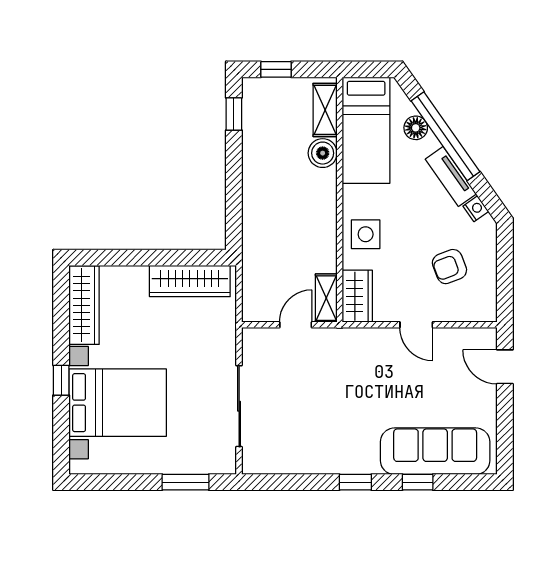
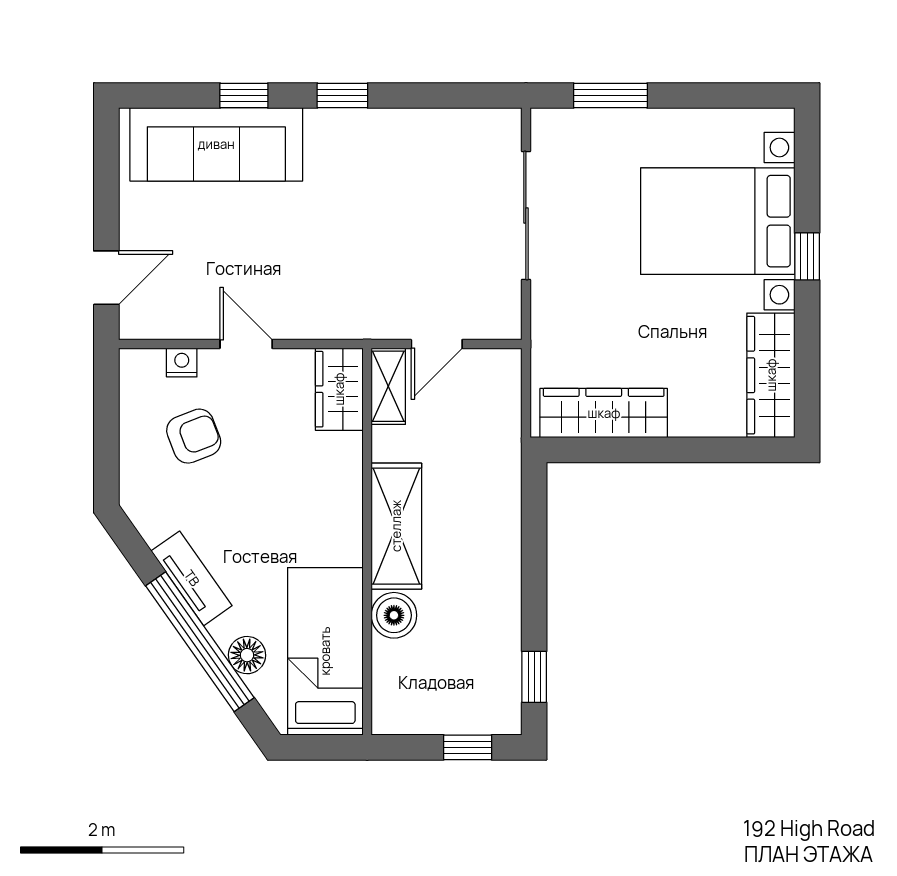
shelving: (325, 110) -> (396, 526), moved, width x1.50, depth x1.33
nightstand: (476, 209) -> (182, 363), moved, turned 125
side table: (366, 234) -> (326, 487), removed
door: (505, 367) -> (106, 278), hinge flipped

